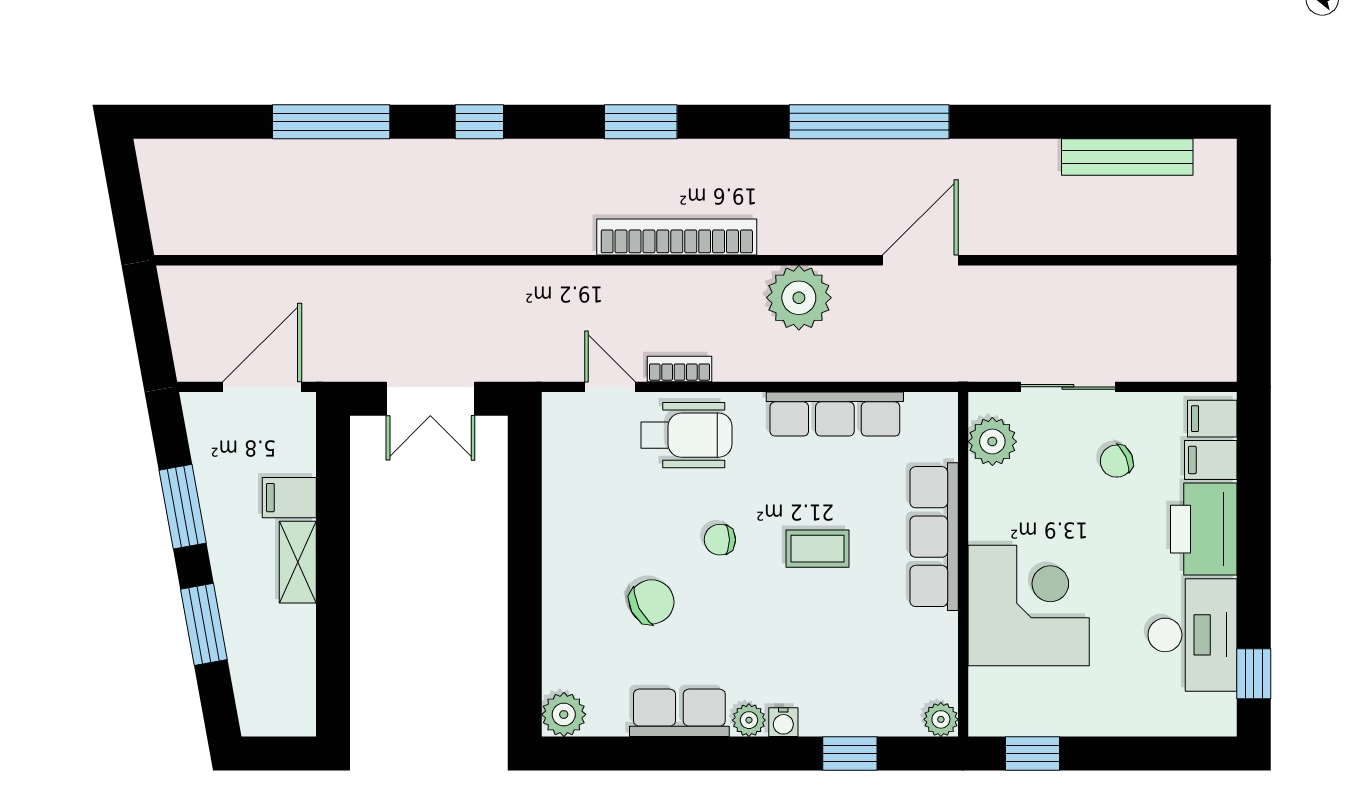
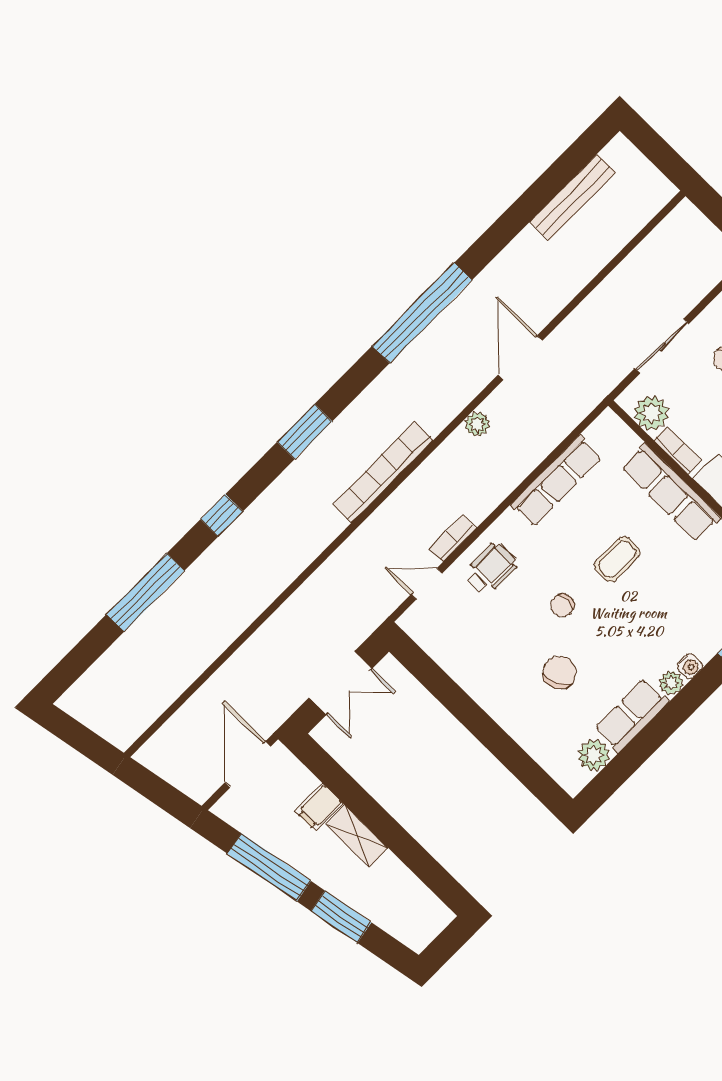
plant: (799, 298) -> (477, 424), width x0.53, depth x0.53
wheelchair: (686, 435) -> (491, 569), width x0.73, depth x0.73
bookcase: (981, 502) -> (677, 450), added
window: (183, 507) -> (269, 867), width x1.44
plant: (564, 714) -> (594, 755), moved

